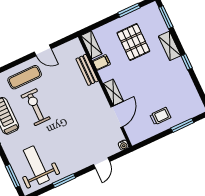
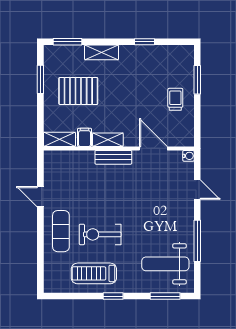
door: (43, 50) -> (40, 197), swing flipped
window: (187, 62) -> (145, 42), moved
bench: (87, 70) -> (113, 157), moved
shelving: (113, 92) -> (108, 140), moved
window: (64, 181) -> (197, 241), width x1.44

